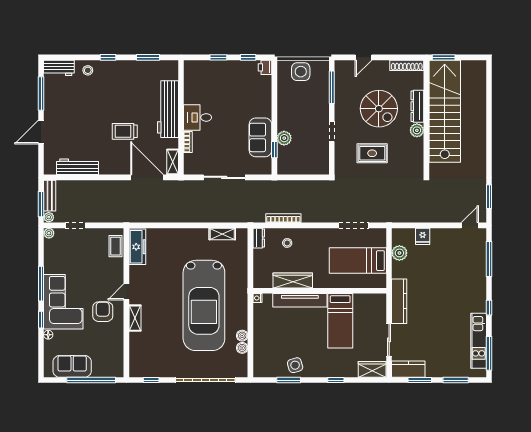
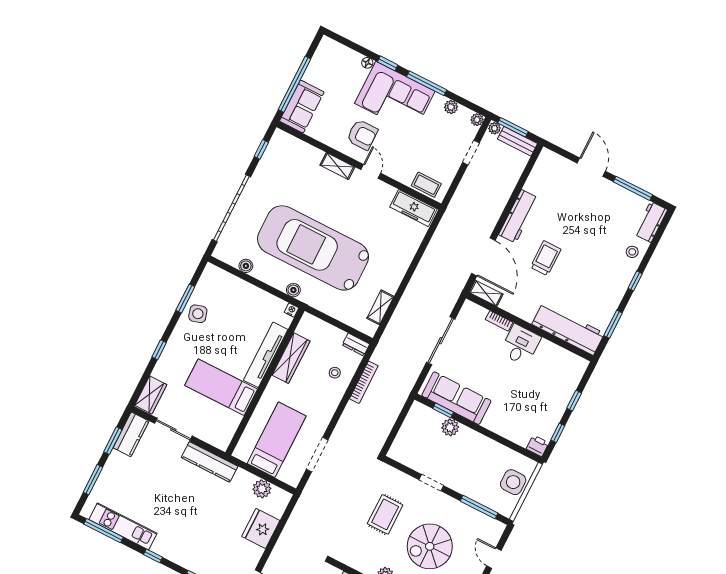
workbench: (168, 109) -> (568, 329), moved
sofa: (260, 137) -> (456, 398), width x1.36
workbench: (78, 167) -> (518, 216), moved
door: (147, 177) -> (483, 257), hinge flipped
fridge: (423, 236) -> (261, 528), width x1.88, depth x1.34
plant: (49, 257) -> (451, 107), added
boiler: (242, 336) -> (293, 290), moved
sofa: (72, 366) -> (302, 107), moved

